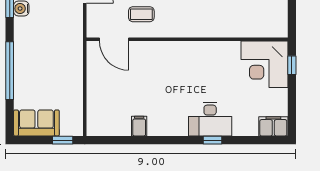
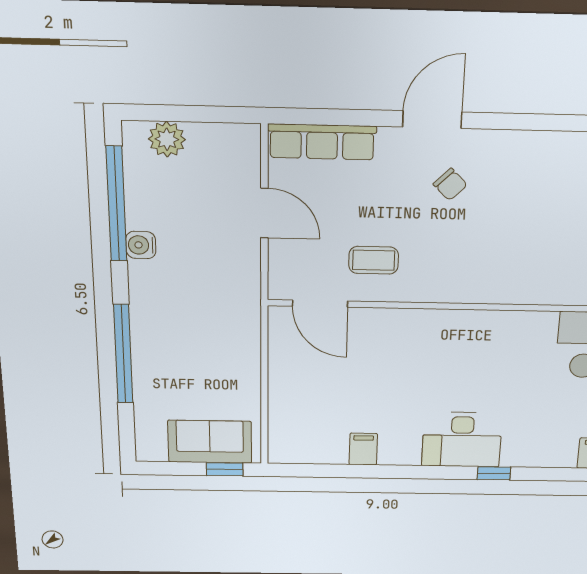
desk: (210, 119) -> (462, 440), moved
sofa: (36, 123) -> (210, 442), moved

